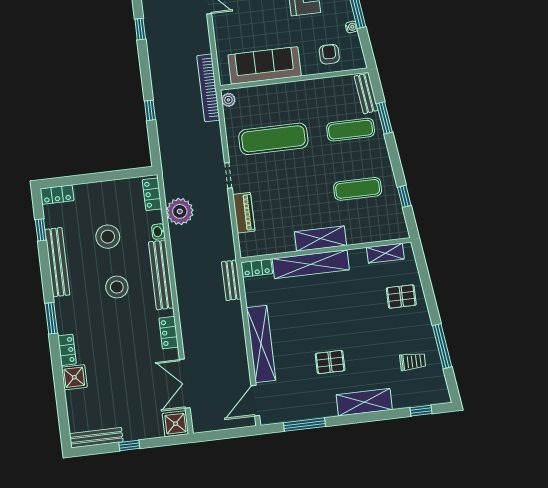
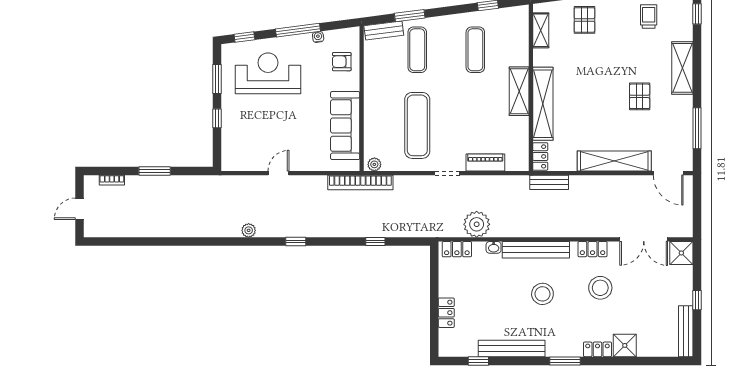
locker: (57, 195) -> (446, 313), moved
stool: (108, 237) -> (600, 288), moved

